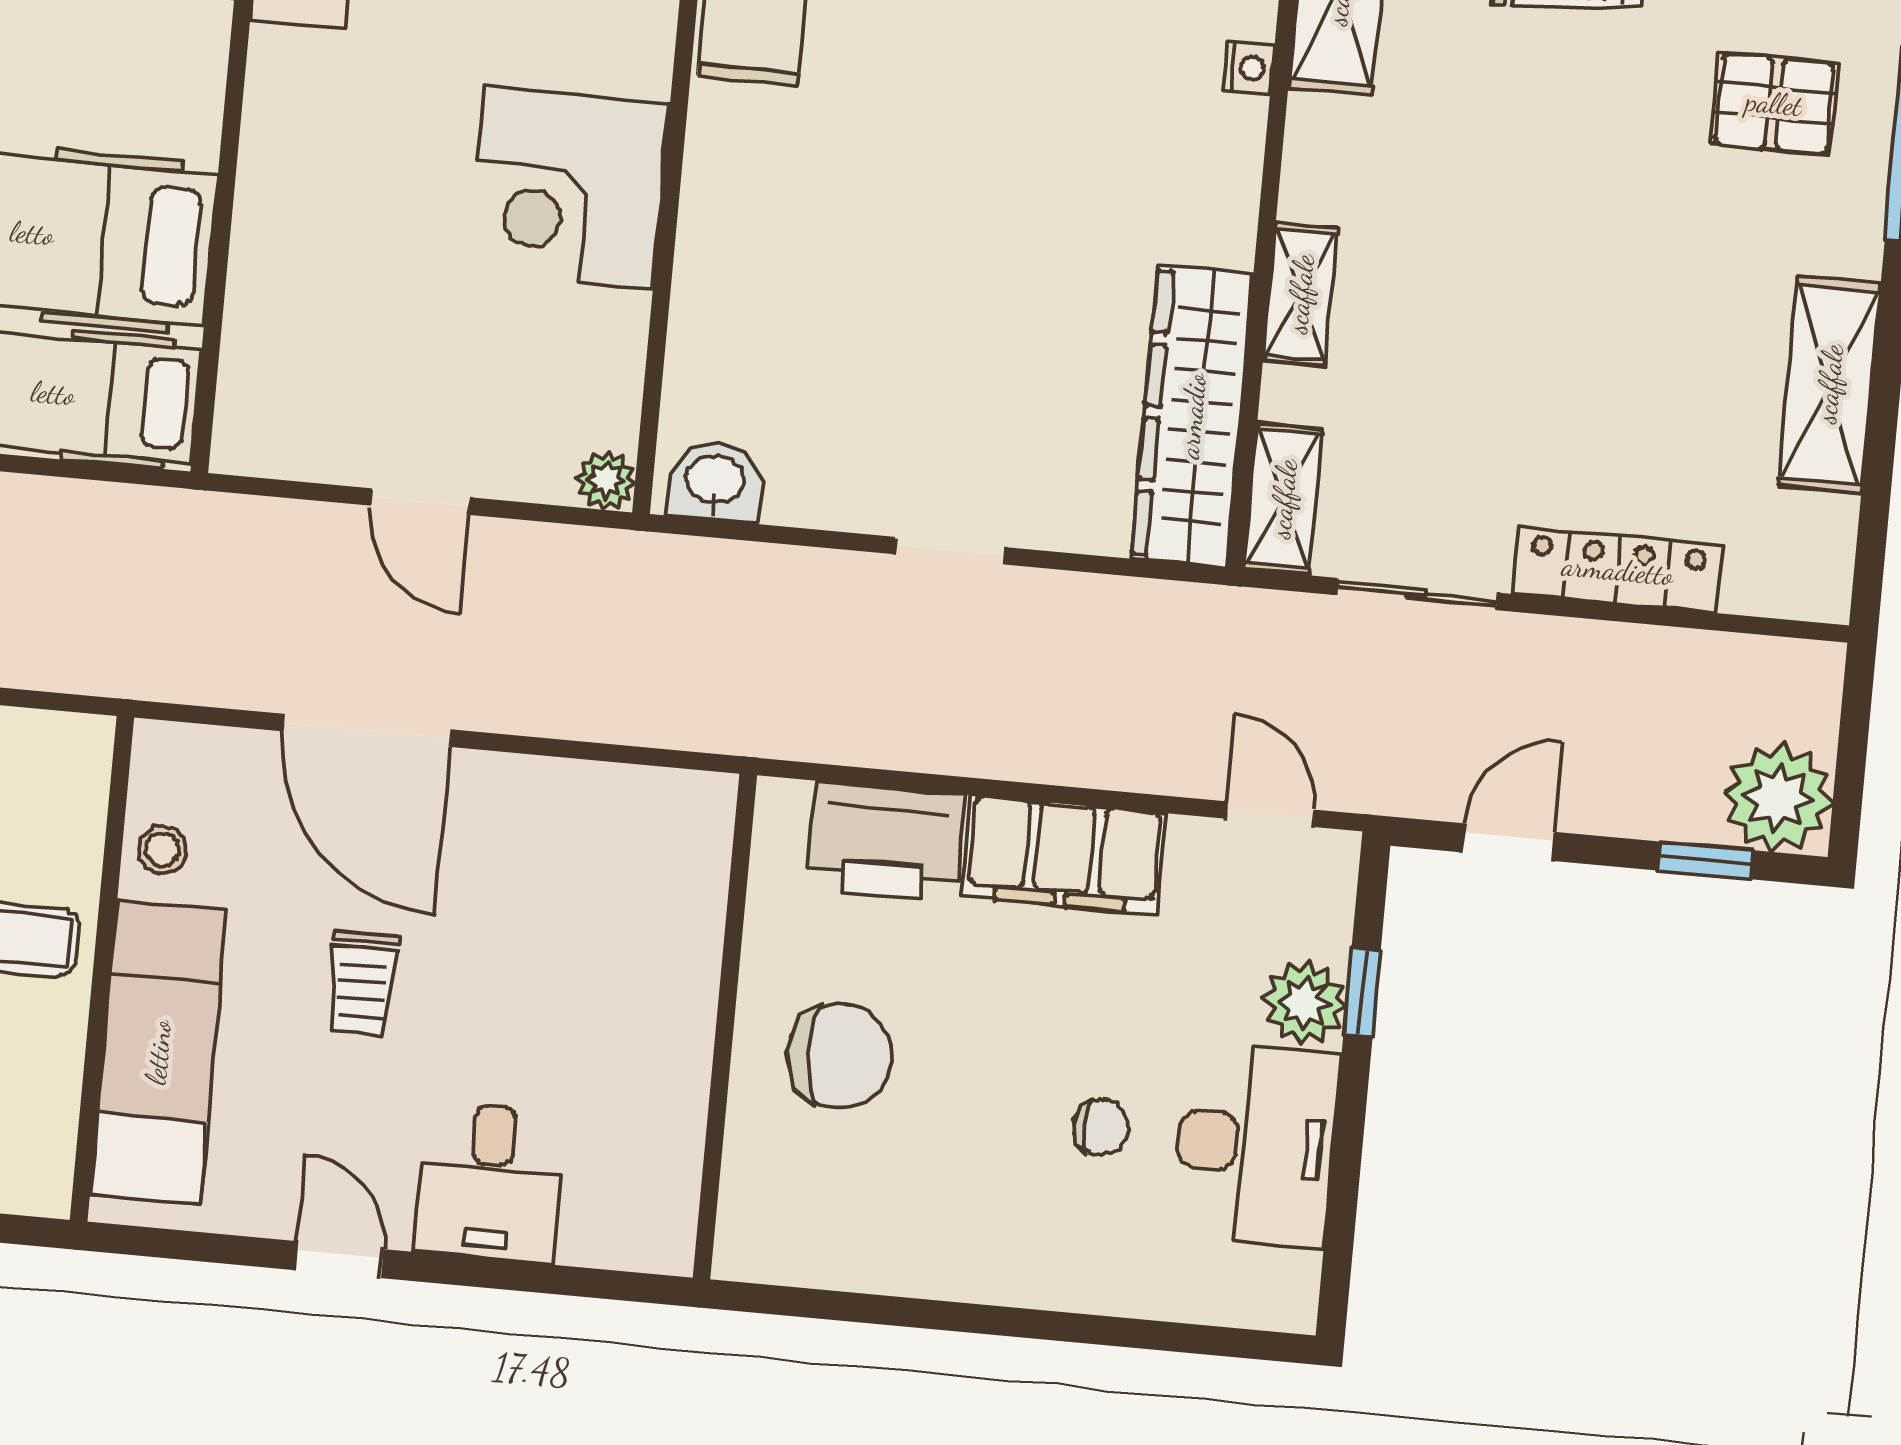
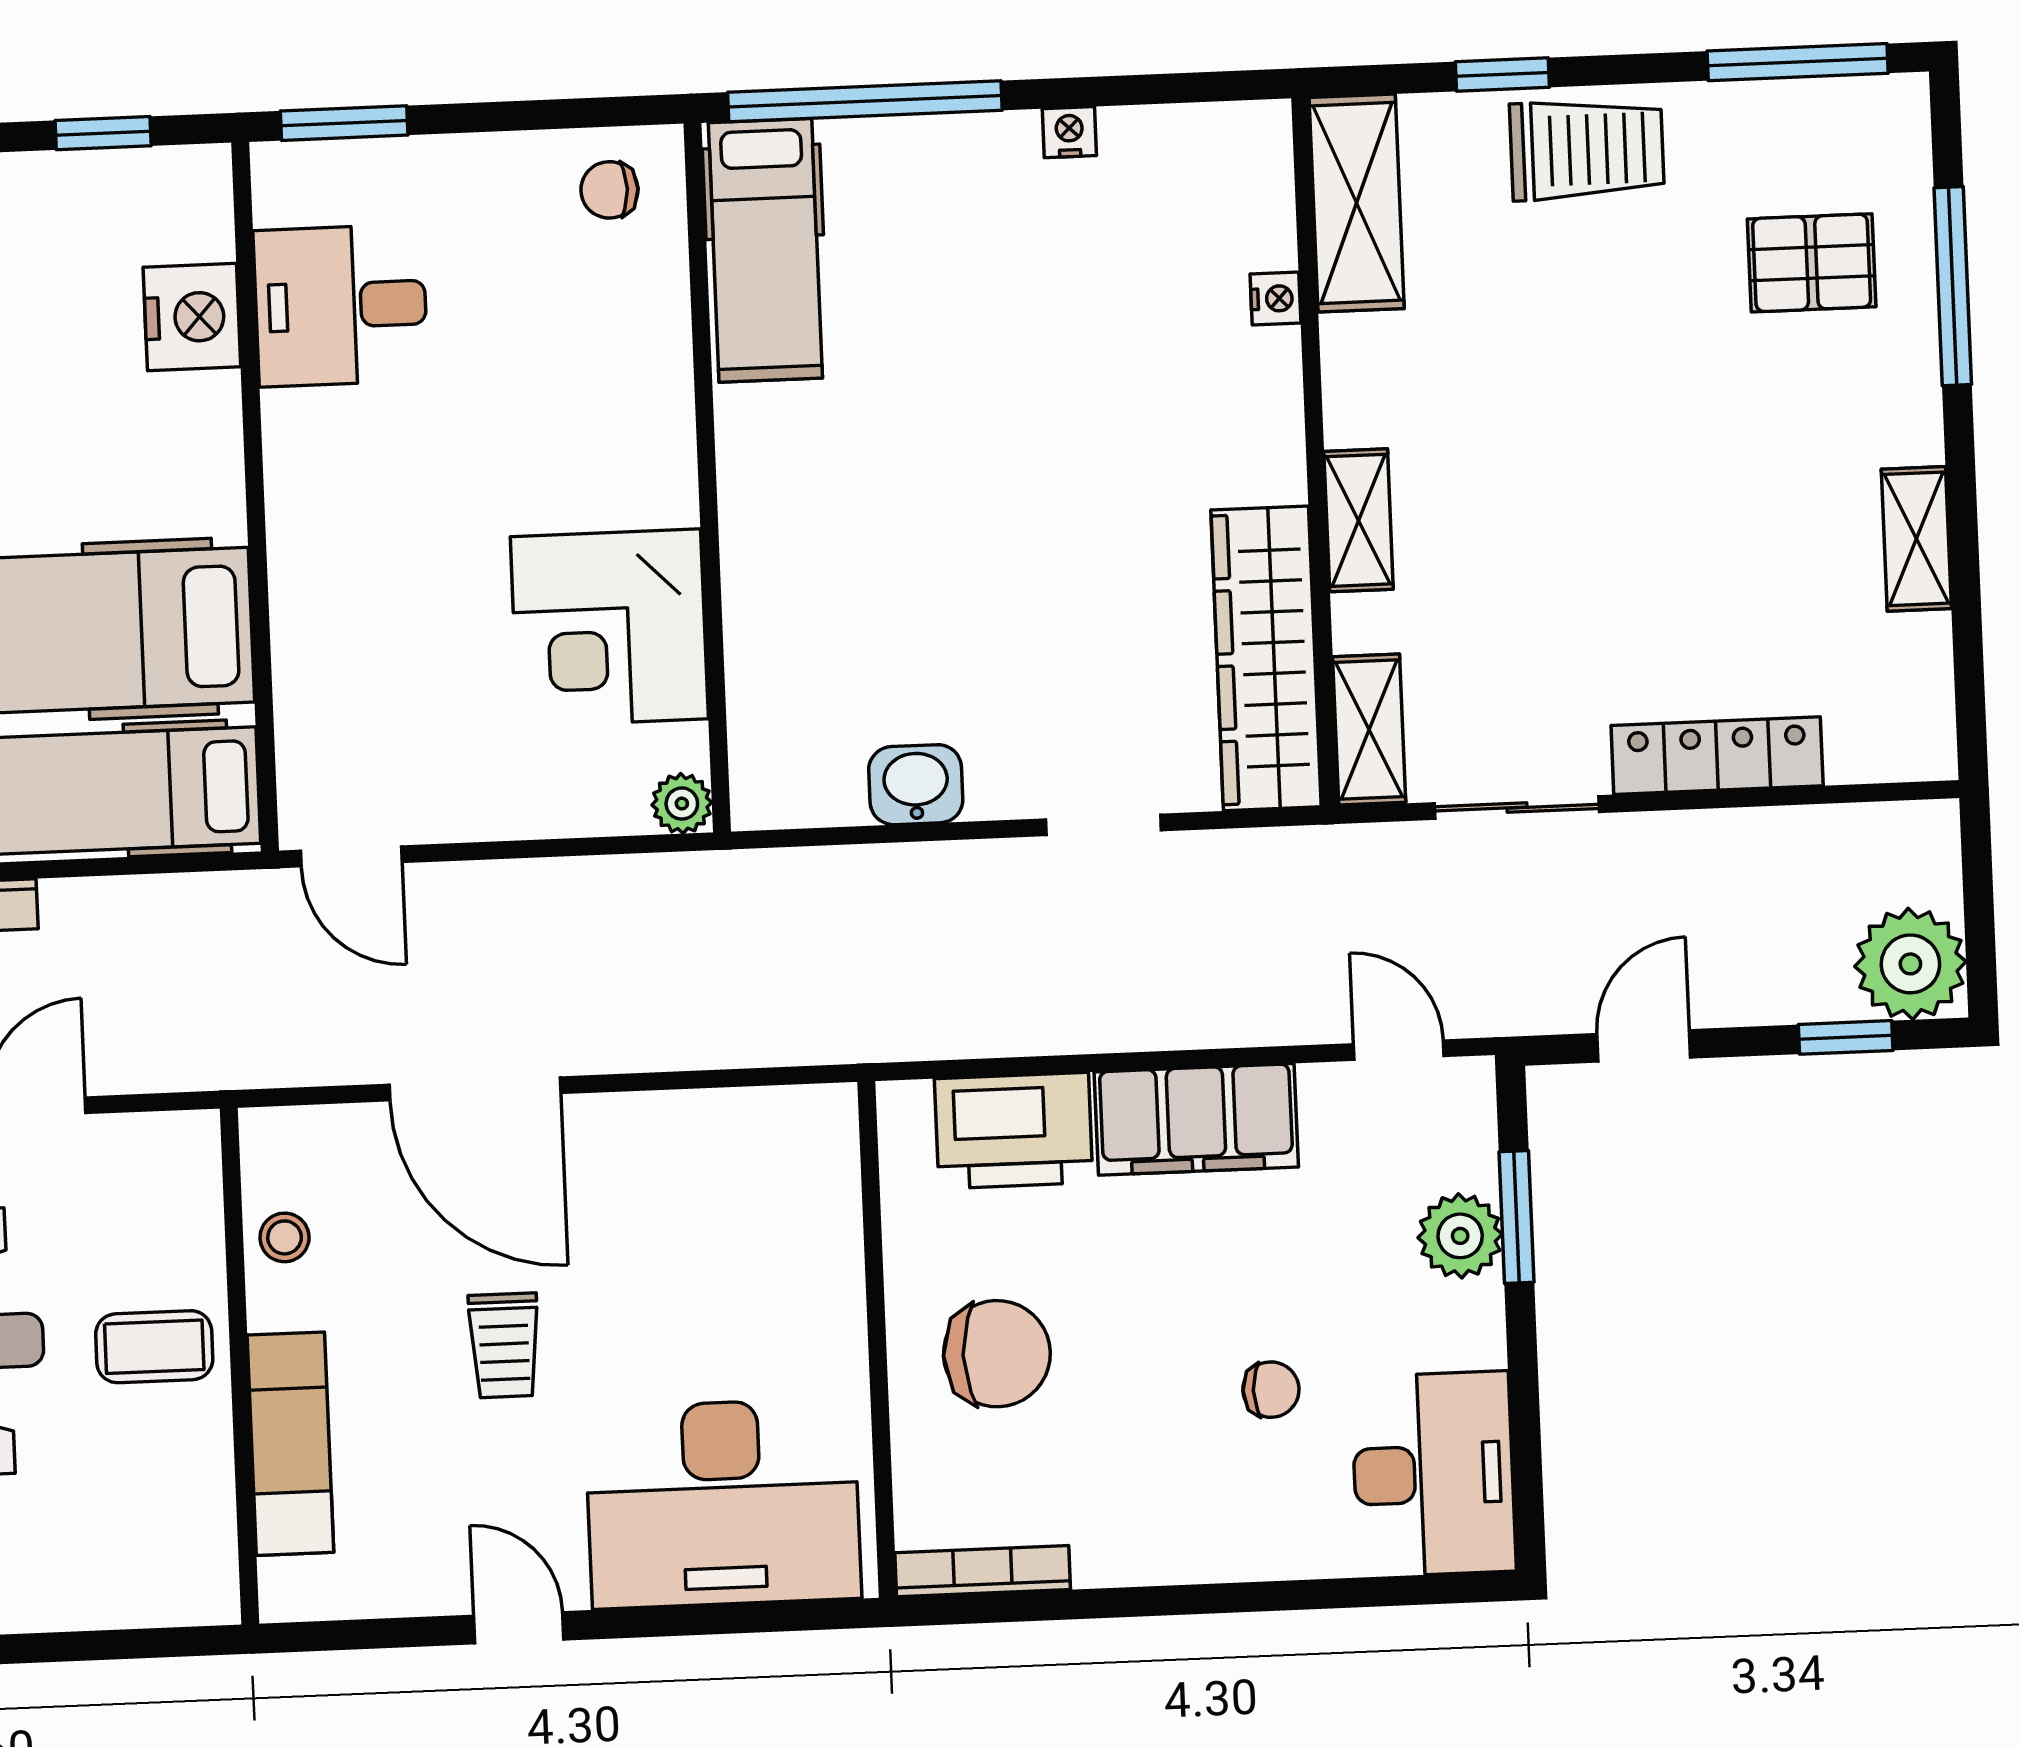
corner desk: (569, 188) -> (609, 628), moved
shelving: (1829, 384) -> (1916, 539), width x0.67, depth x0.75
washbasin: (715, 482) -> (916, 785), moved
door: (420, 502) -> (351, 856), moved
doorway: (950, 551) -> (1103, 825), moved
window: (1362, 992) -> (1516, 1217), width x1.50
exam couch: (158, 1052) -> (290, 1444), width x0.73, depth x0.69
desk: (1256, 1144) -> (1433, 1474), moved
desk: (490, 1183) -> (723, 1503), width x1.87, depth x1.30
bookcase: (797, 1266) -> (983, 1571), added

